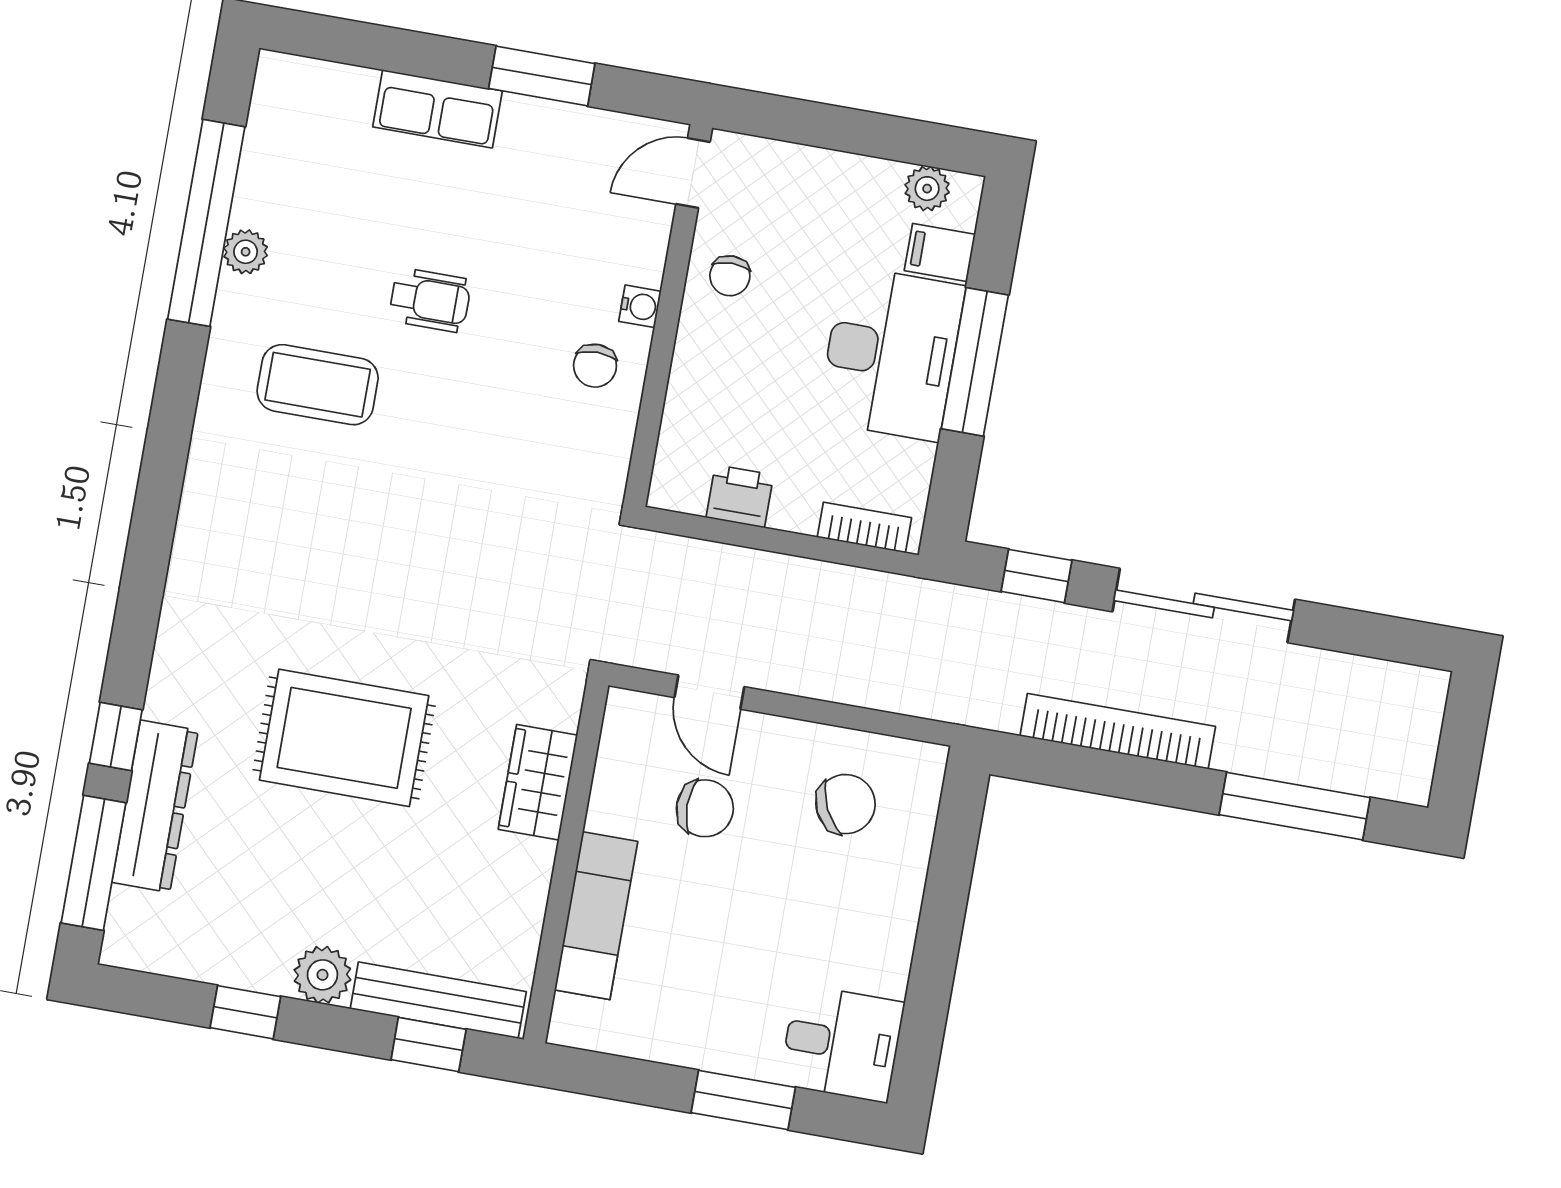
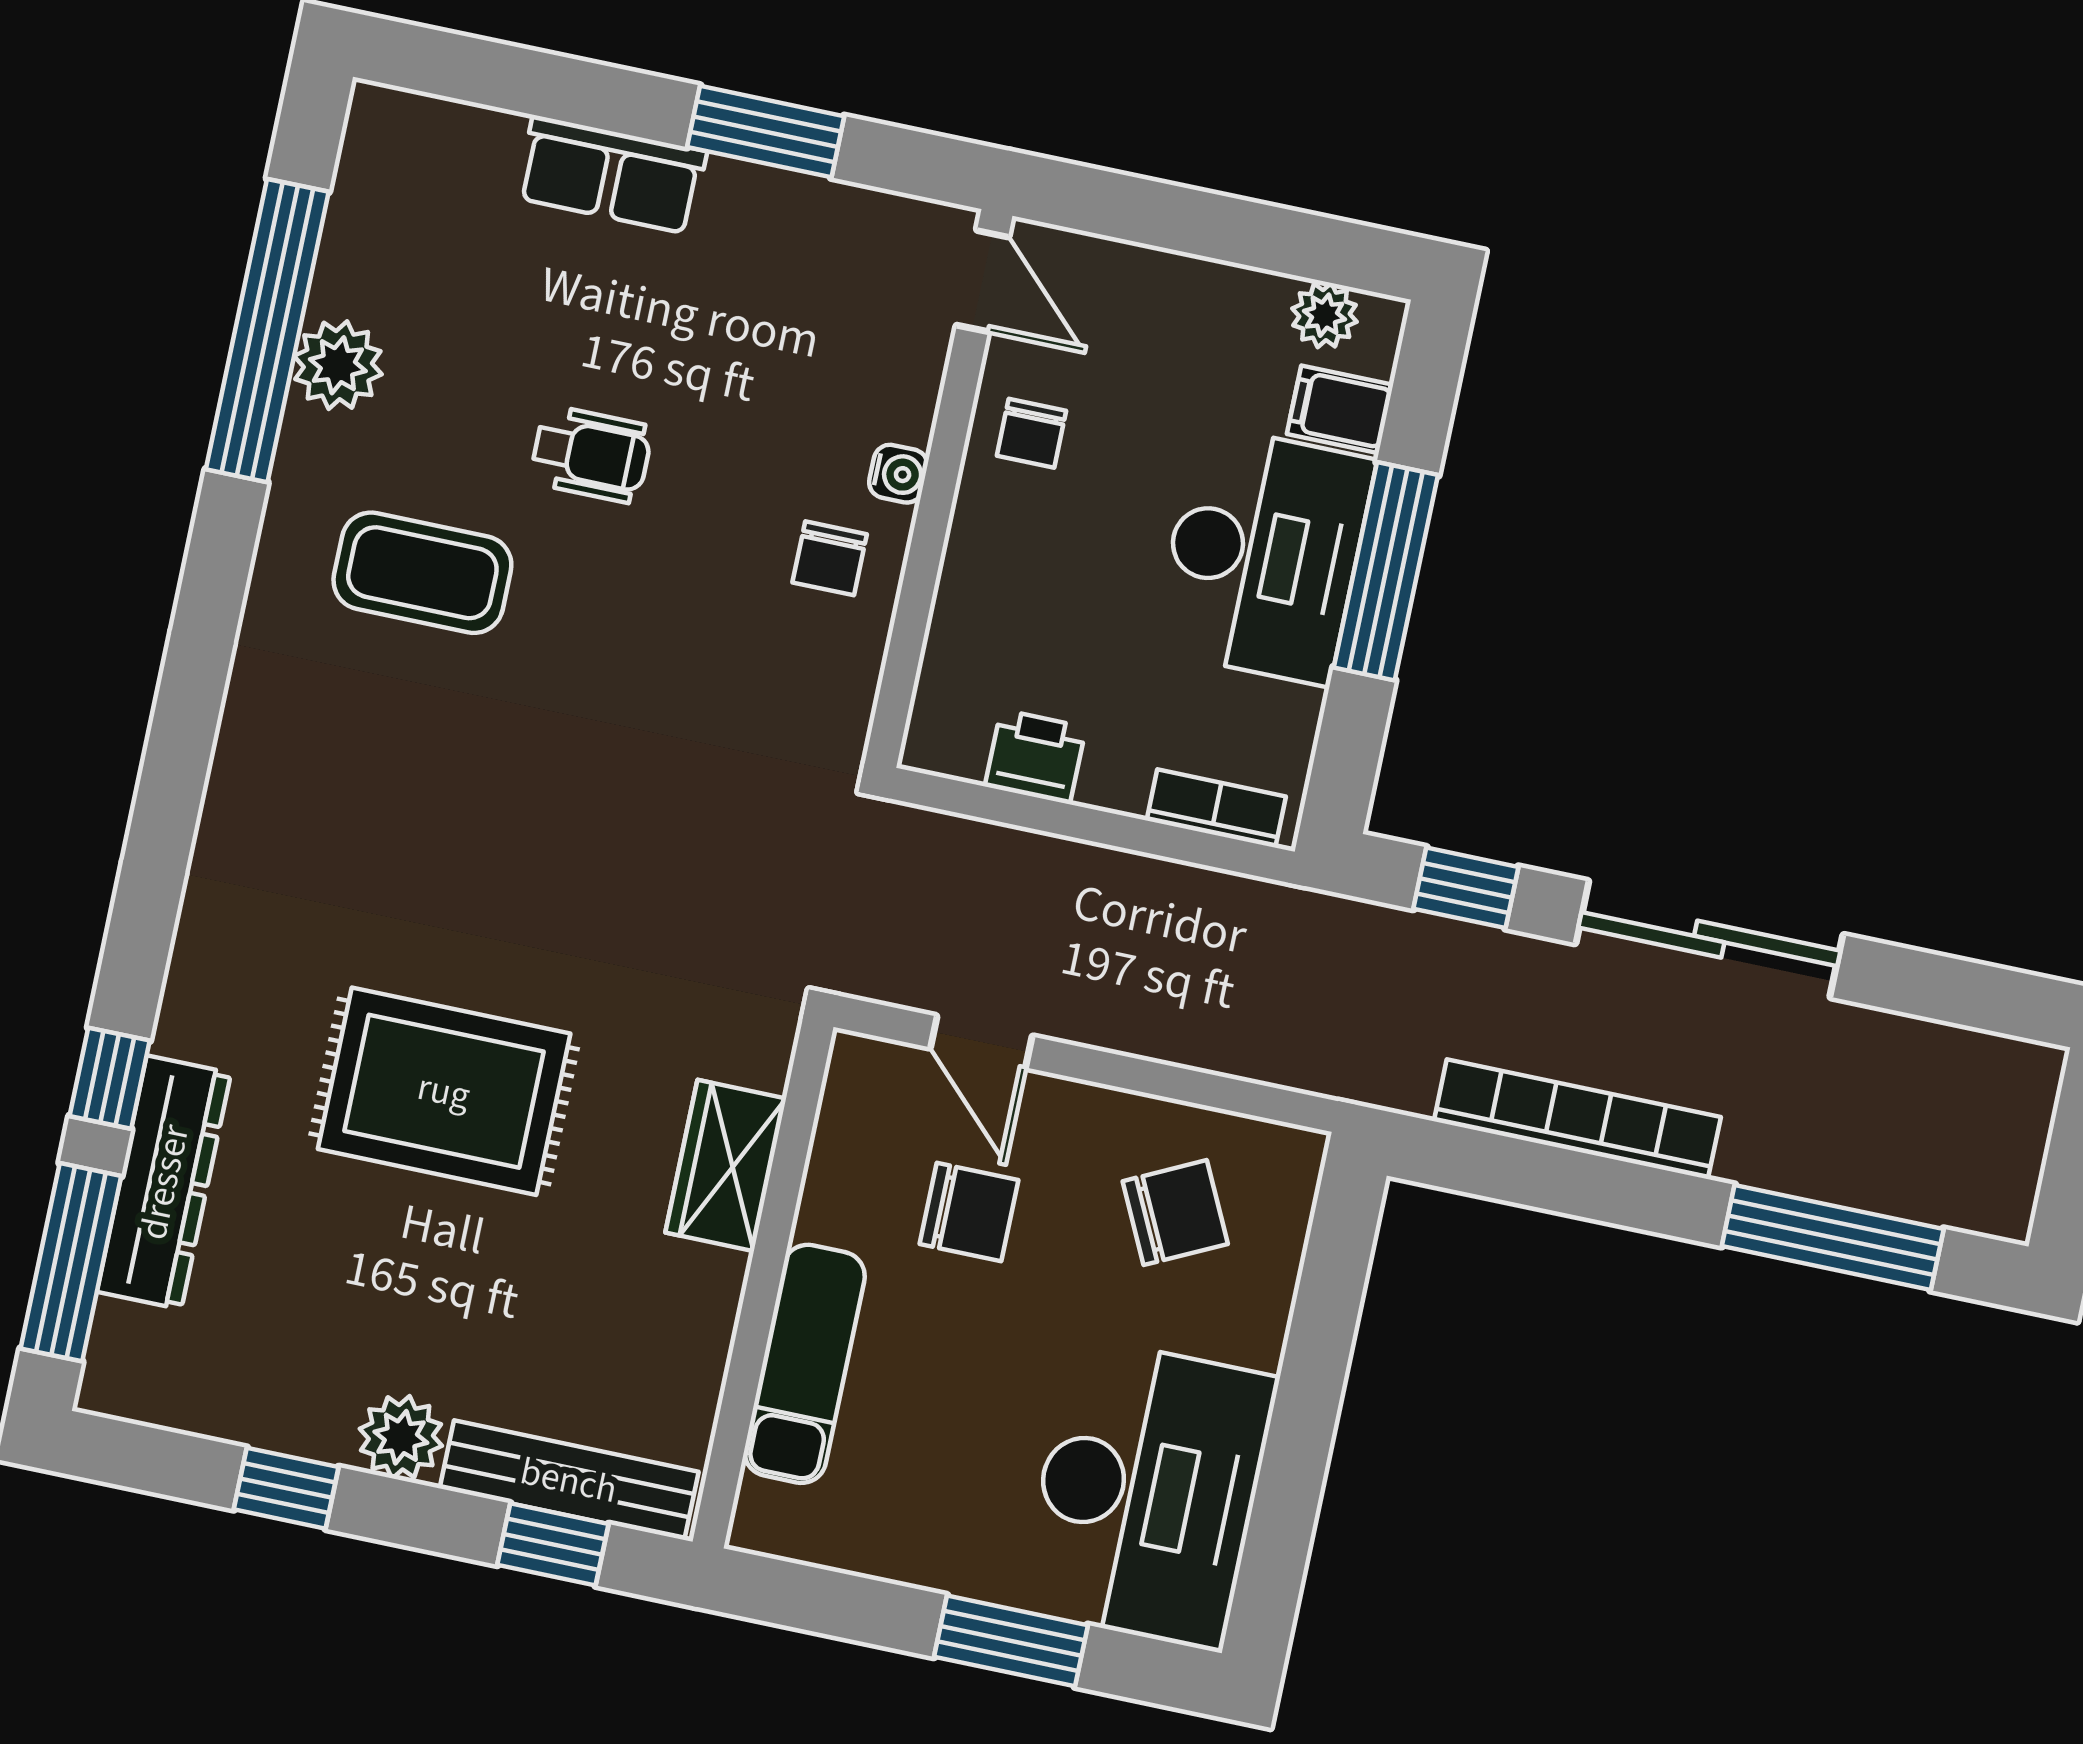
door: (693, 173) -> (983, 281), swing flipped
plant: (246, 252) -> (338, 365), width x1.38, depth x1.38
desk: (842, 1043) -> (1148, 1493), width x1.87, depth x1.30

